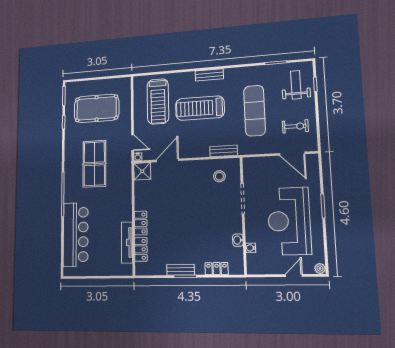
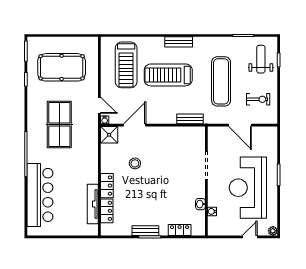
door: (292, 154) -> (240, 125), moved
stool: (219, 176) -> (135, 163), moved

